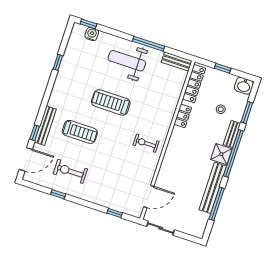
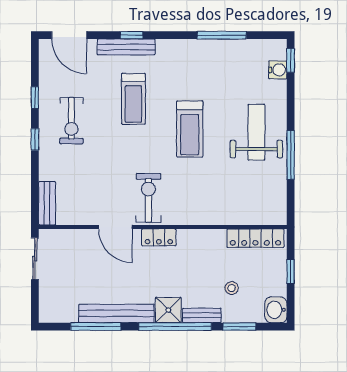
window: (58, 62) -> (222, 35), width x2.17
bench: (177, 62) -> (47, 203), moved
treadmill: (111, 102) -> (190, 129), turned 180
locker: (183, 116) -> (159, 237), moved
window: (35, 133) -> (132, 35), moved
exercise bike: (146, 143) -> (148, 198), width x1.38, depth x1.39
exercise bike: (70, 171) -> (71, 121), moved, turned 180
door: (149, 197) -> (115, 227), moved
window: (115, 213) -> (35, 139), moved

